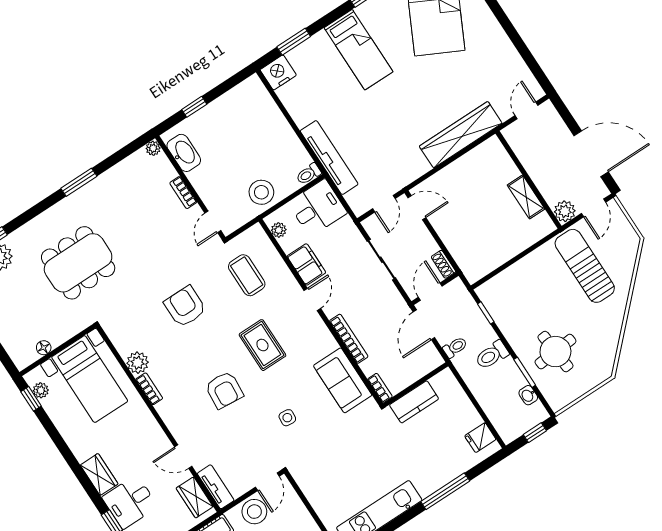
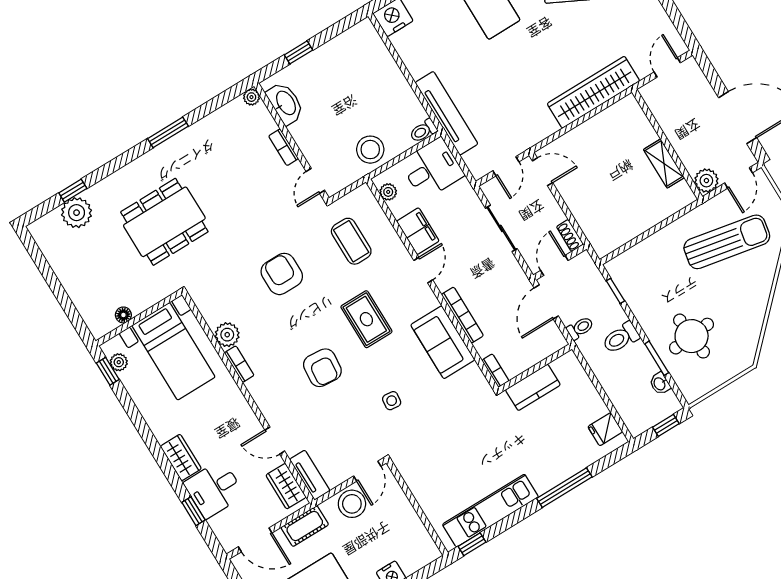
sun lounger: (585, 266) -> (727, 242), turned 101
sofa: (343, 380) -> (443, 342), moved

